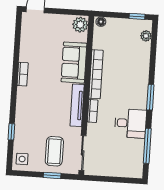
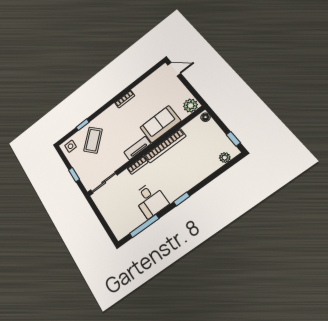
window: (150, 97) -> (182, 199), width x0.67
tv unit: (77, 105) -> (137, 148), width x0.71
coffee table: (54, 151) -> (93, 140), moved, turned -43

